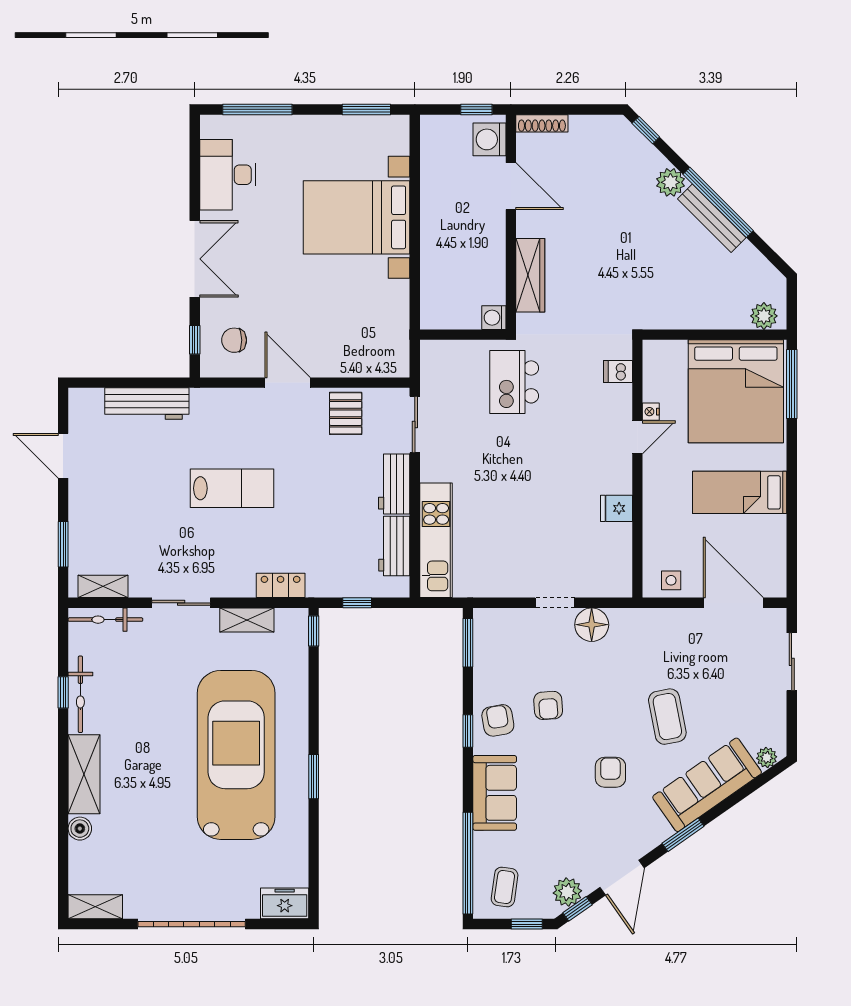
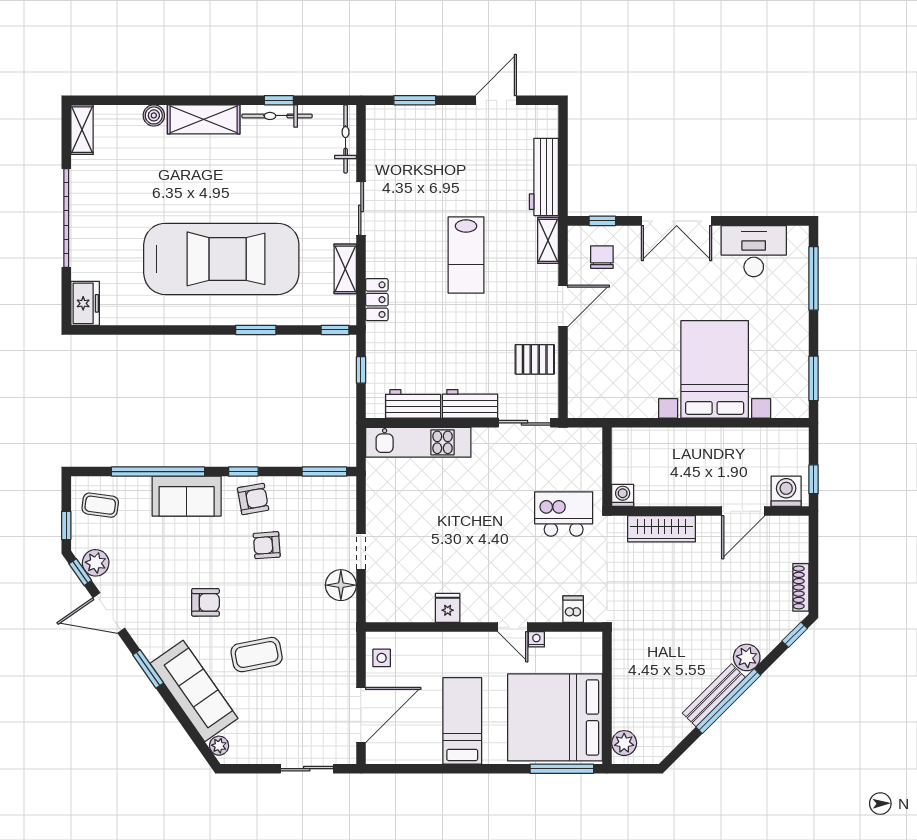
shoe rack: (542, 123) -> (801, 587), moved
shelving: (103, 586) -> (548, 240), moved
window: (314, 777) -> (256, 330), moved
window: (468, 863) -> (158, 472), moved

